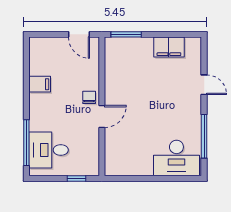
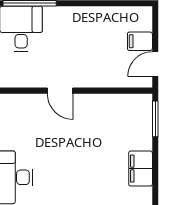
filing cabinet: (40, 84) -> (140, 41), moved, turned 90
chair: (89, 97) -> (82, 76), removed

